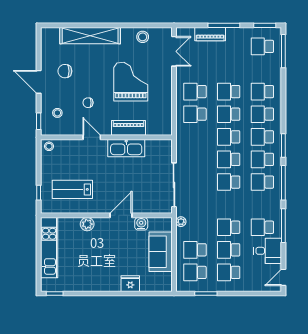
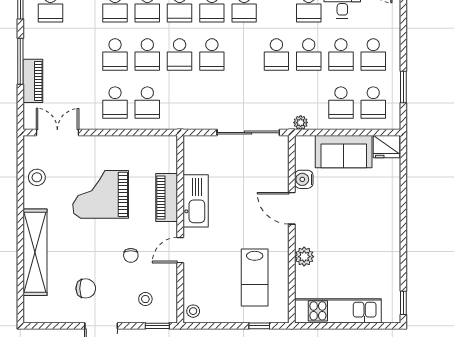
chair: (65, 71) -> (86, 288), turned -90
school desk: (229, 182) -> (276, 54), moved
fridge: (130, 284) -> (387, 147), moved, turned -90

